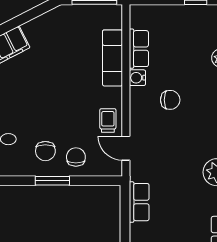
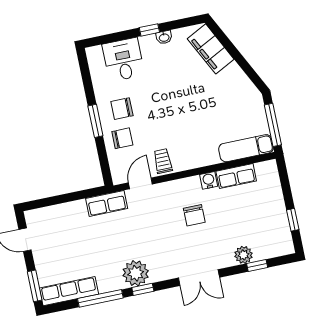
exam couch: (113, 58) -> (246, 148), moved
trolley: (108, 120) -> (163, 161), turned -90
row of seats: (139, 202) -> (107, 203), moved

